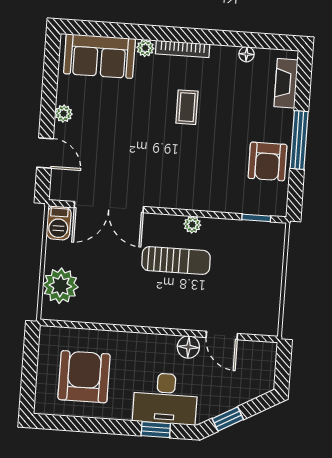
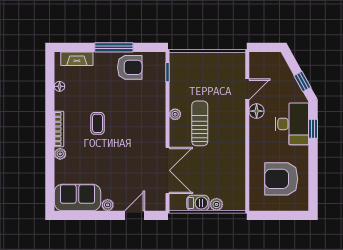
sofa: (99, 56) -> (77, 197), moved, turned -90
coffee table: (187, 107) -> (97, 123), turned 90
barbecue: (59, 223) -> (198, 203), moved
plant: (60, 286) -> (216, 204), width x0.53, depth x0.53

